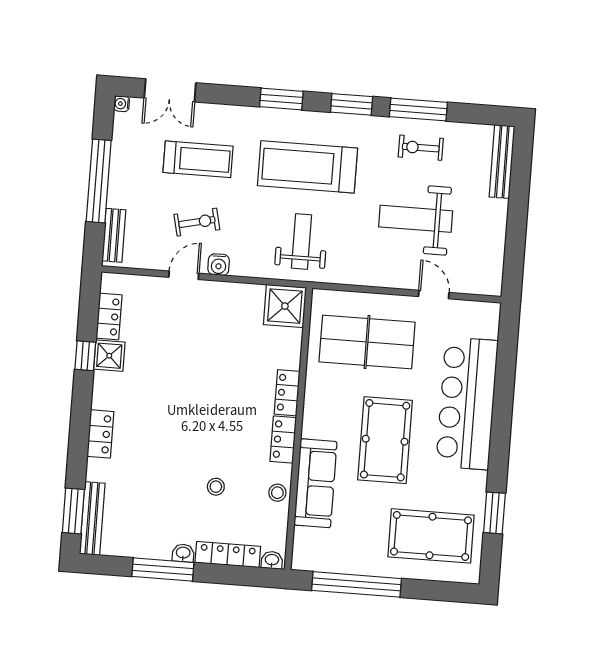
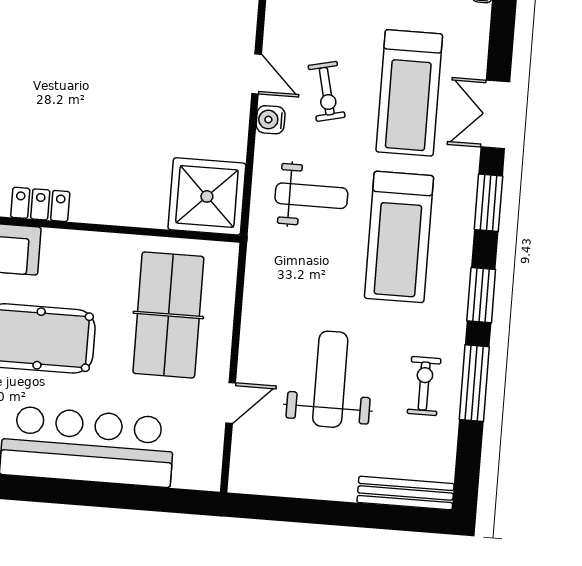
double door: (170, 90) -> (495, 114), moved
treadmill: (198, 159) -> (409, 93), width x1.37, depth x1.38
treadmill: (307, 167) -> (399, 237), turned 180
weight bench: (302, 241) -> (311, 196), moved
shower: (285, 306) -> (207, 196), width x1.37, depth x1.37
locker: (287, 393) -> (102, 210), removed

